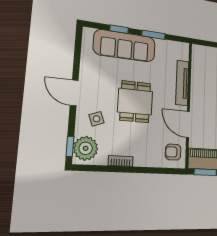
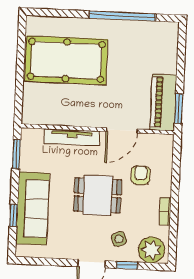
window: (154, 35) -> (16, 154), moved
window: (70, 146) -> (127, 265), moved
armchair: (173, 152) -> (141, 175), moved, turned 180

